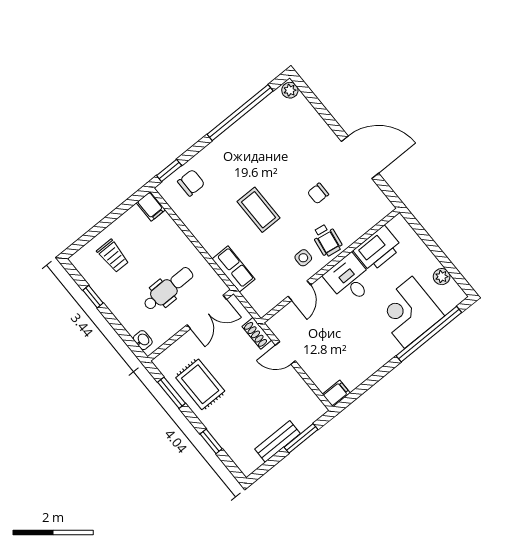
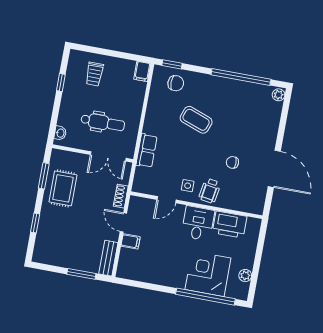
coffee table: (259, 210) -> (196, 120), moved, turned -70
filing cabinet: (336, 394) -> (131, 241), moved
bench: (277, 441) -> (108, 258), moved, turned 90

